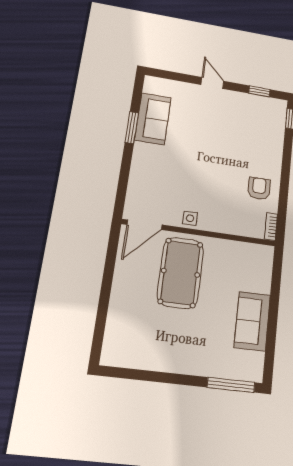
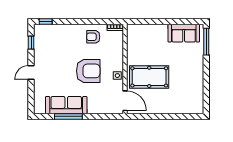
sofa: (153, 119) -> (66, 105), width x1.36
window: (132, 128) -> (68, 116), width x1.44
armchair: (204, 172) -> (88, 71), added
sofa: (252, 321) -> (184, 33), moved

